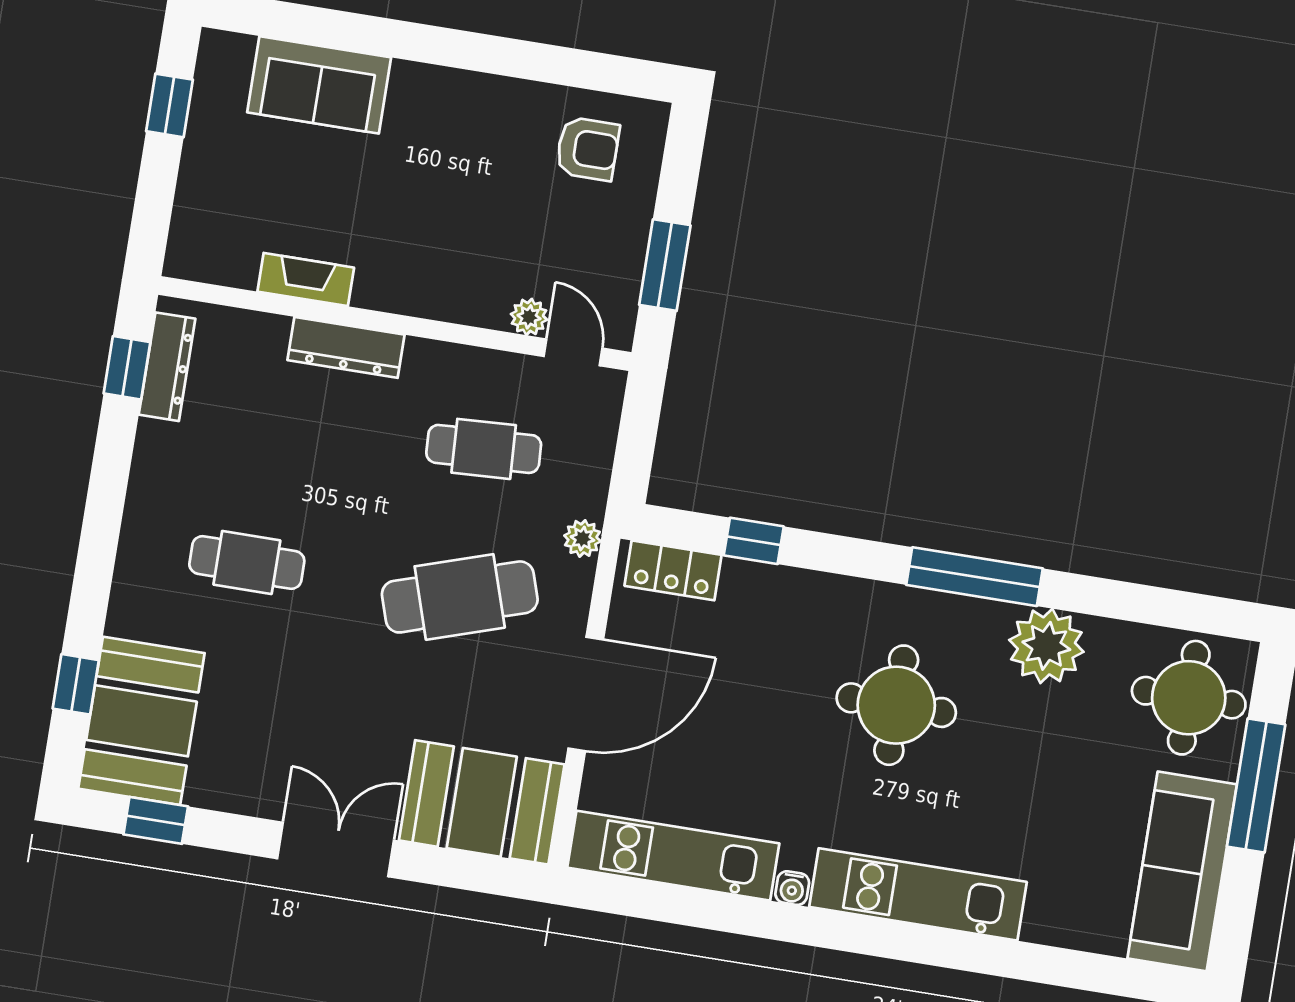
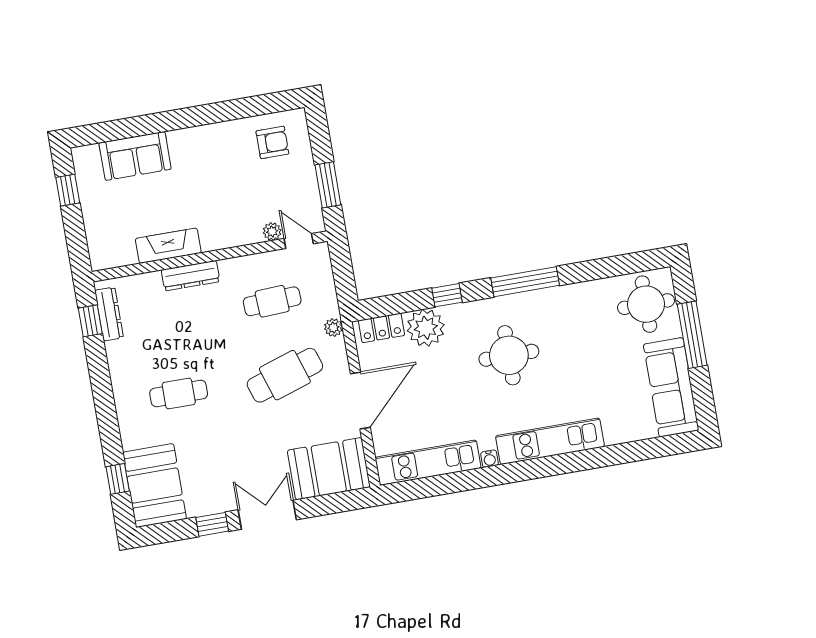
fireplace: (306, 280) -> (168, 246), width x1.37, depth x1.32
window: (754, 541) -> (447, 295), moved
plant: (1046, 646) -> (426, 328), moved
window: (156, 820) -> (212, 524), moved

